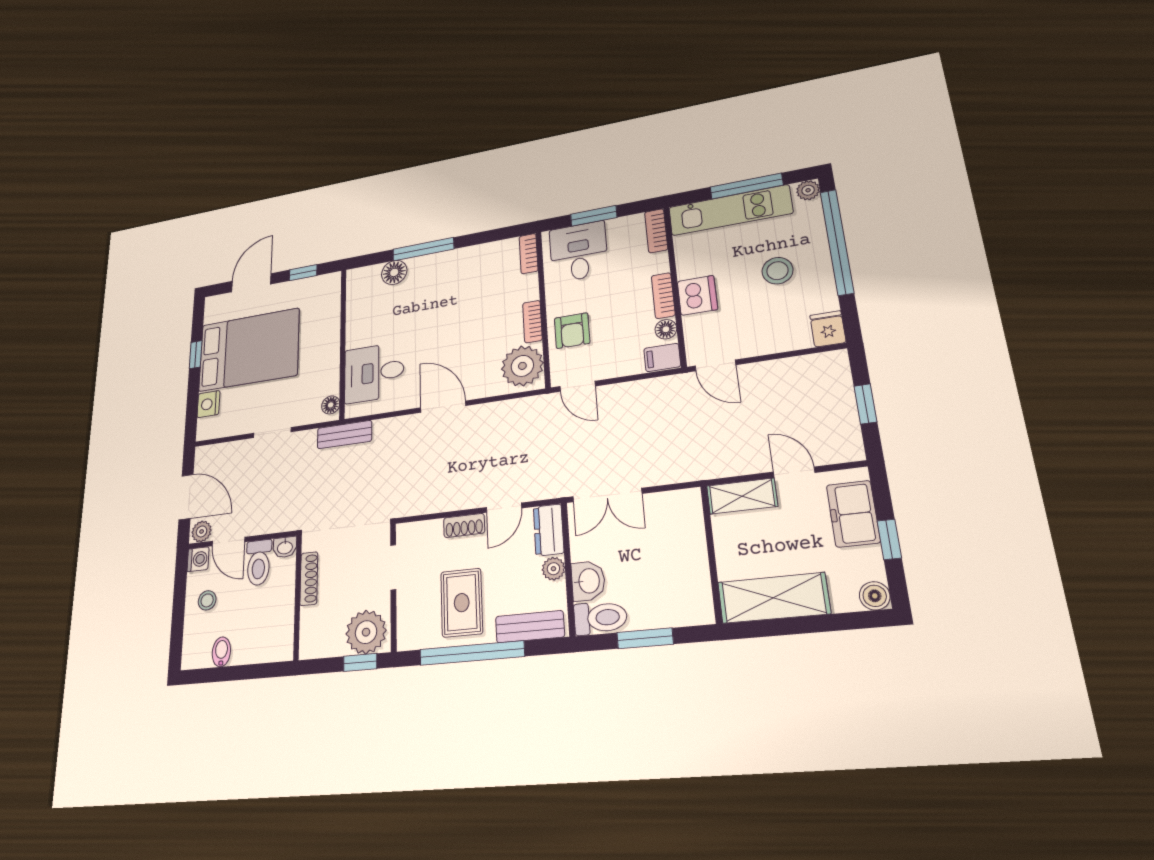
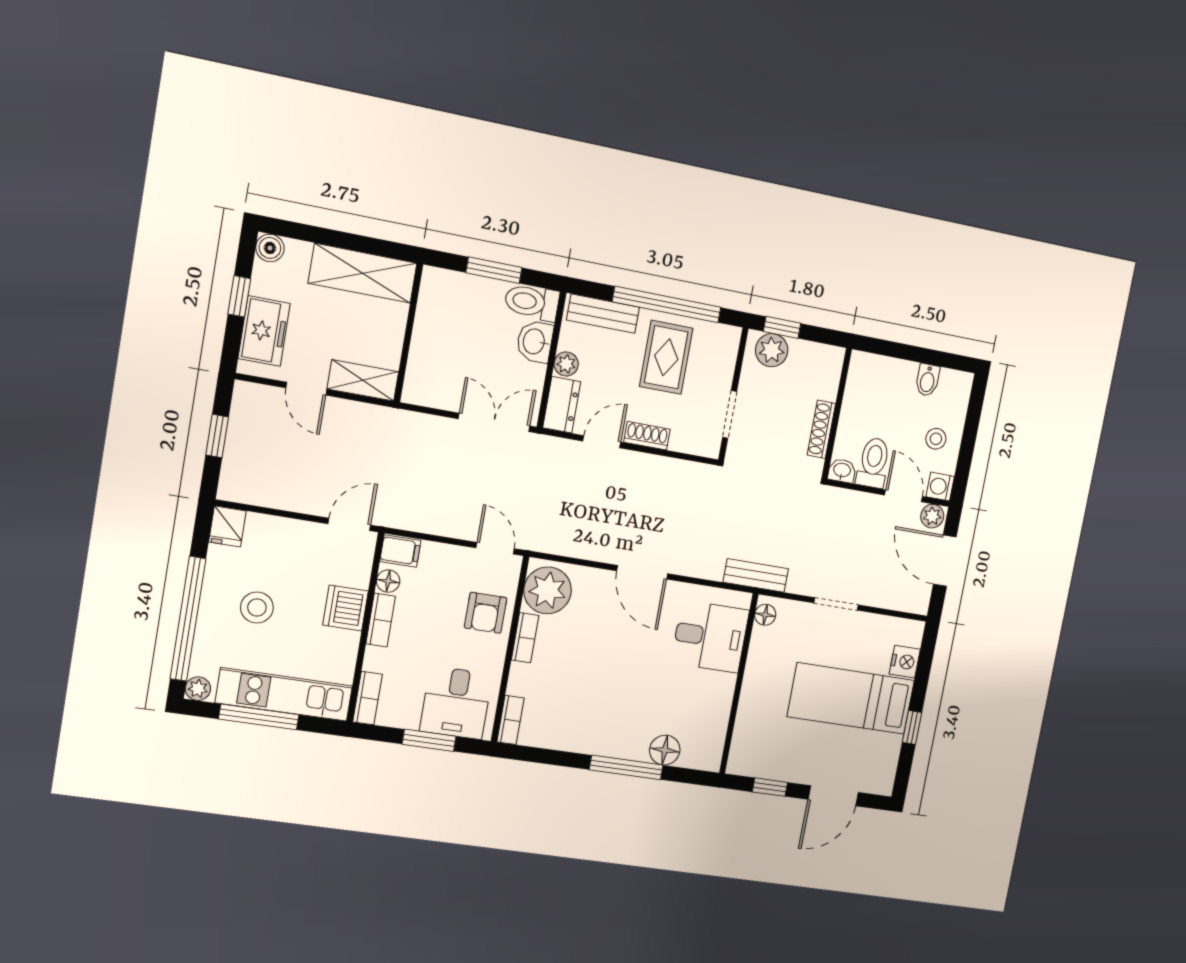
armchair: (572, 331) -> (486, 613), turned 180
bed: (249, 350) -> (851, 699), width x0.67
door: (715, 365) -> (349, 524), hinge flipped
plant: (366, 632) -> (772, 350), width x0.73, depth x0.73

